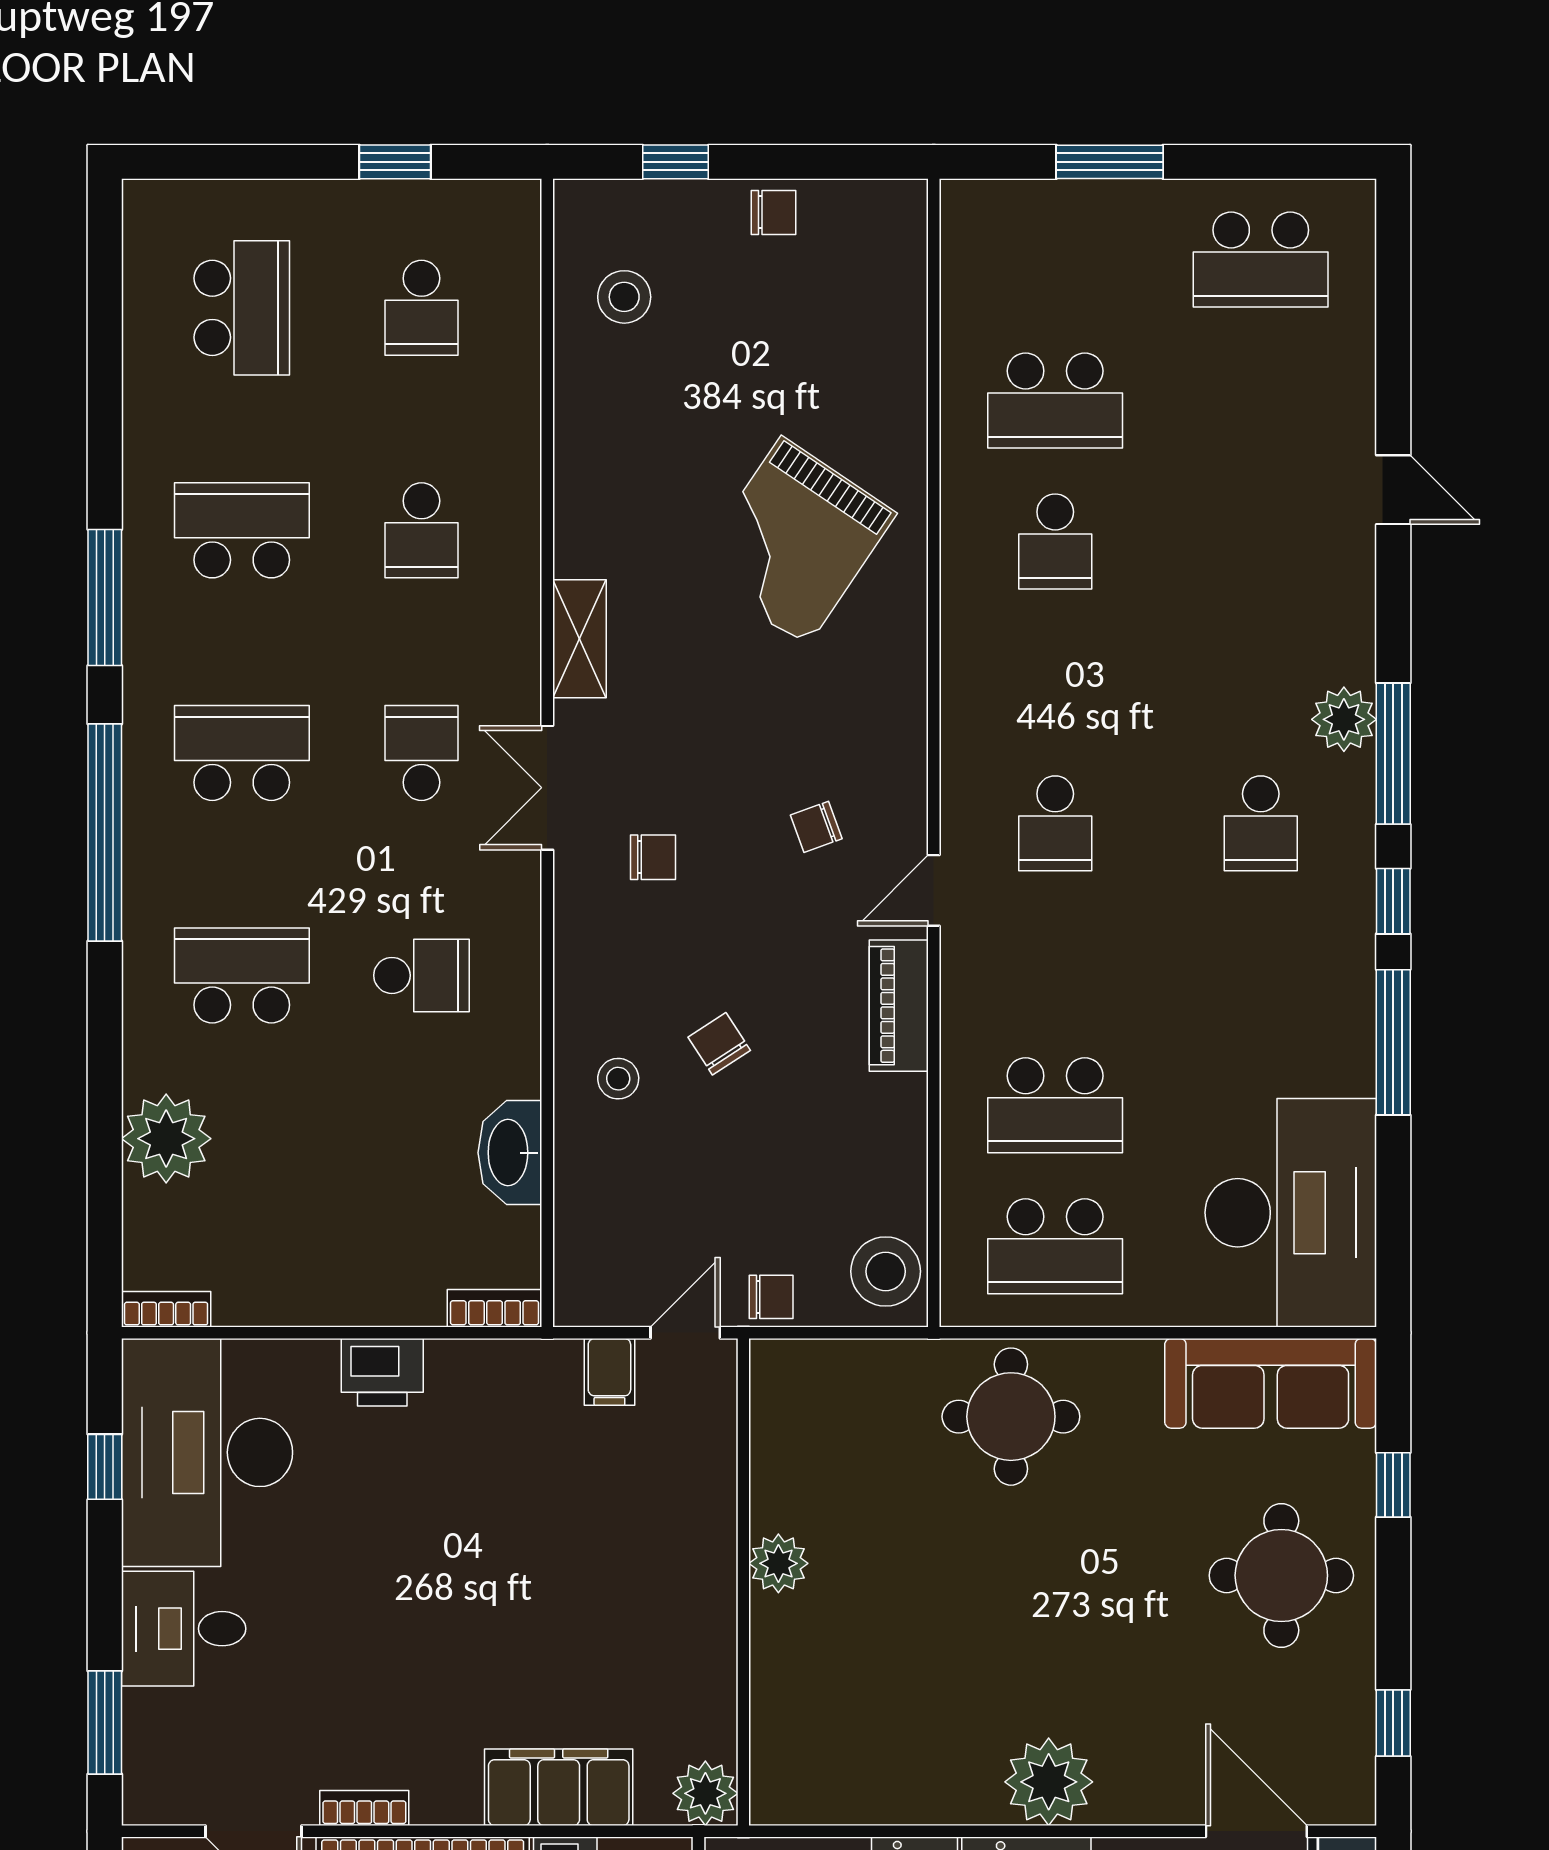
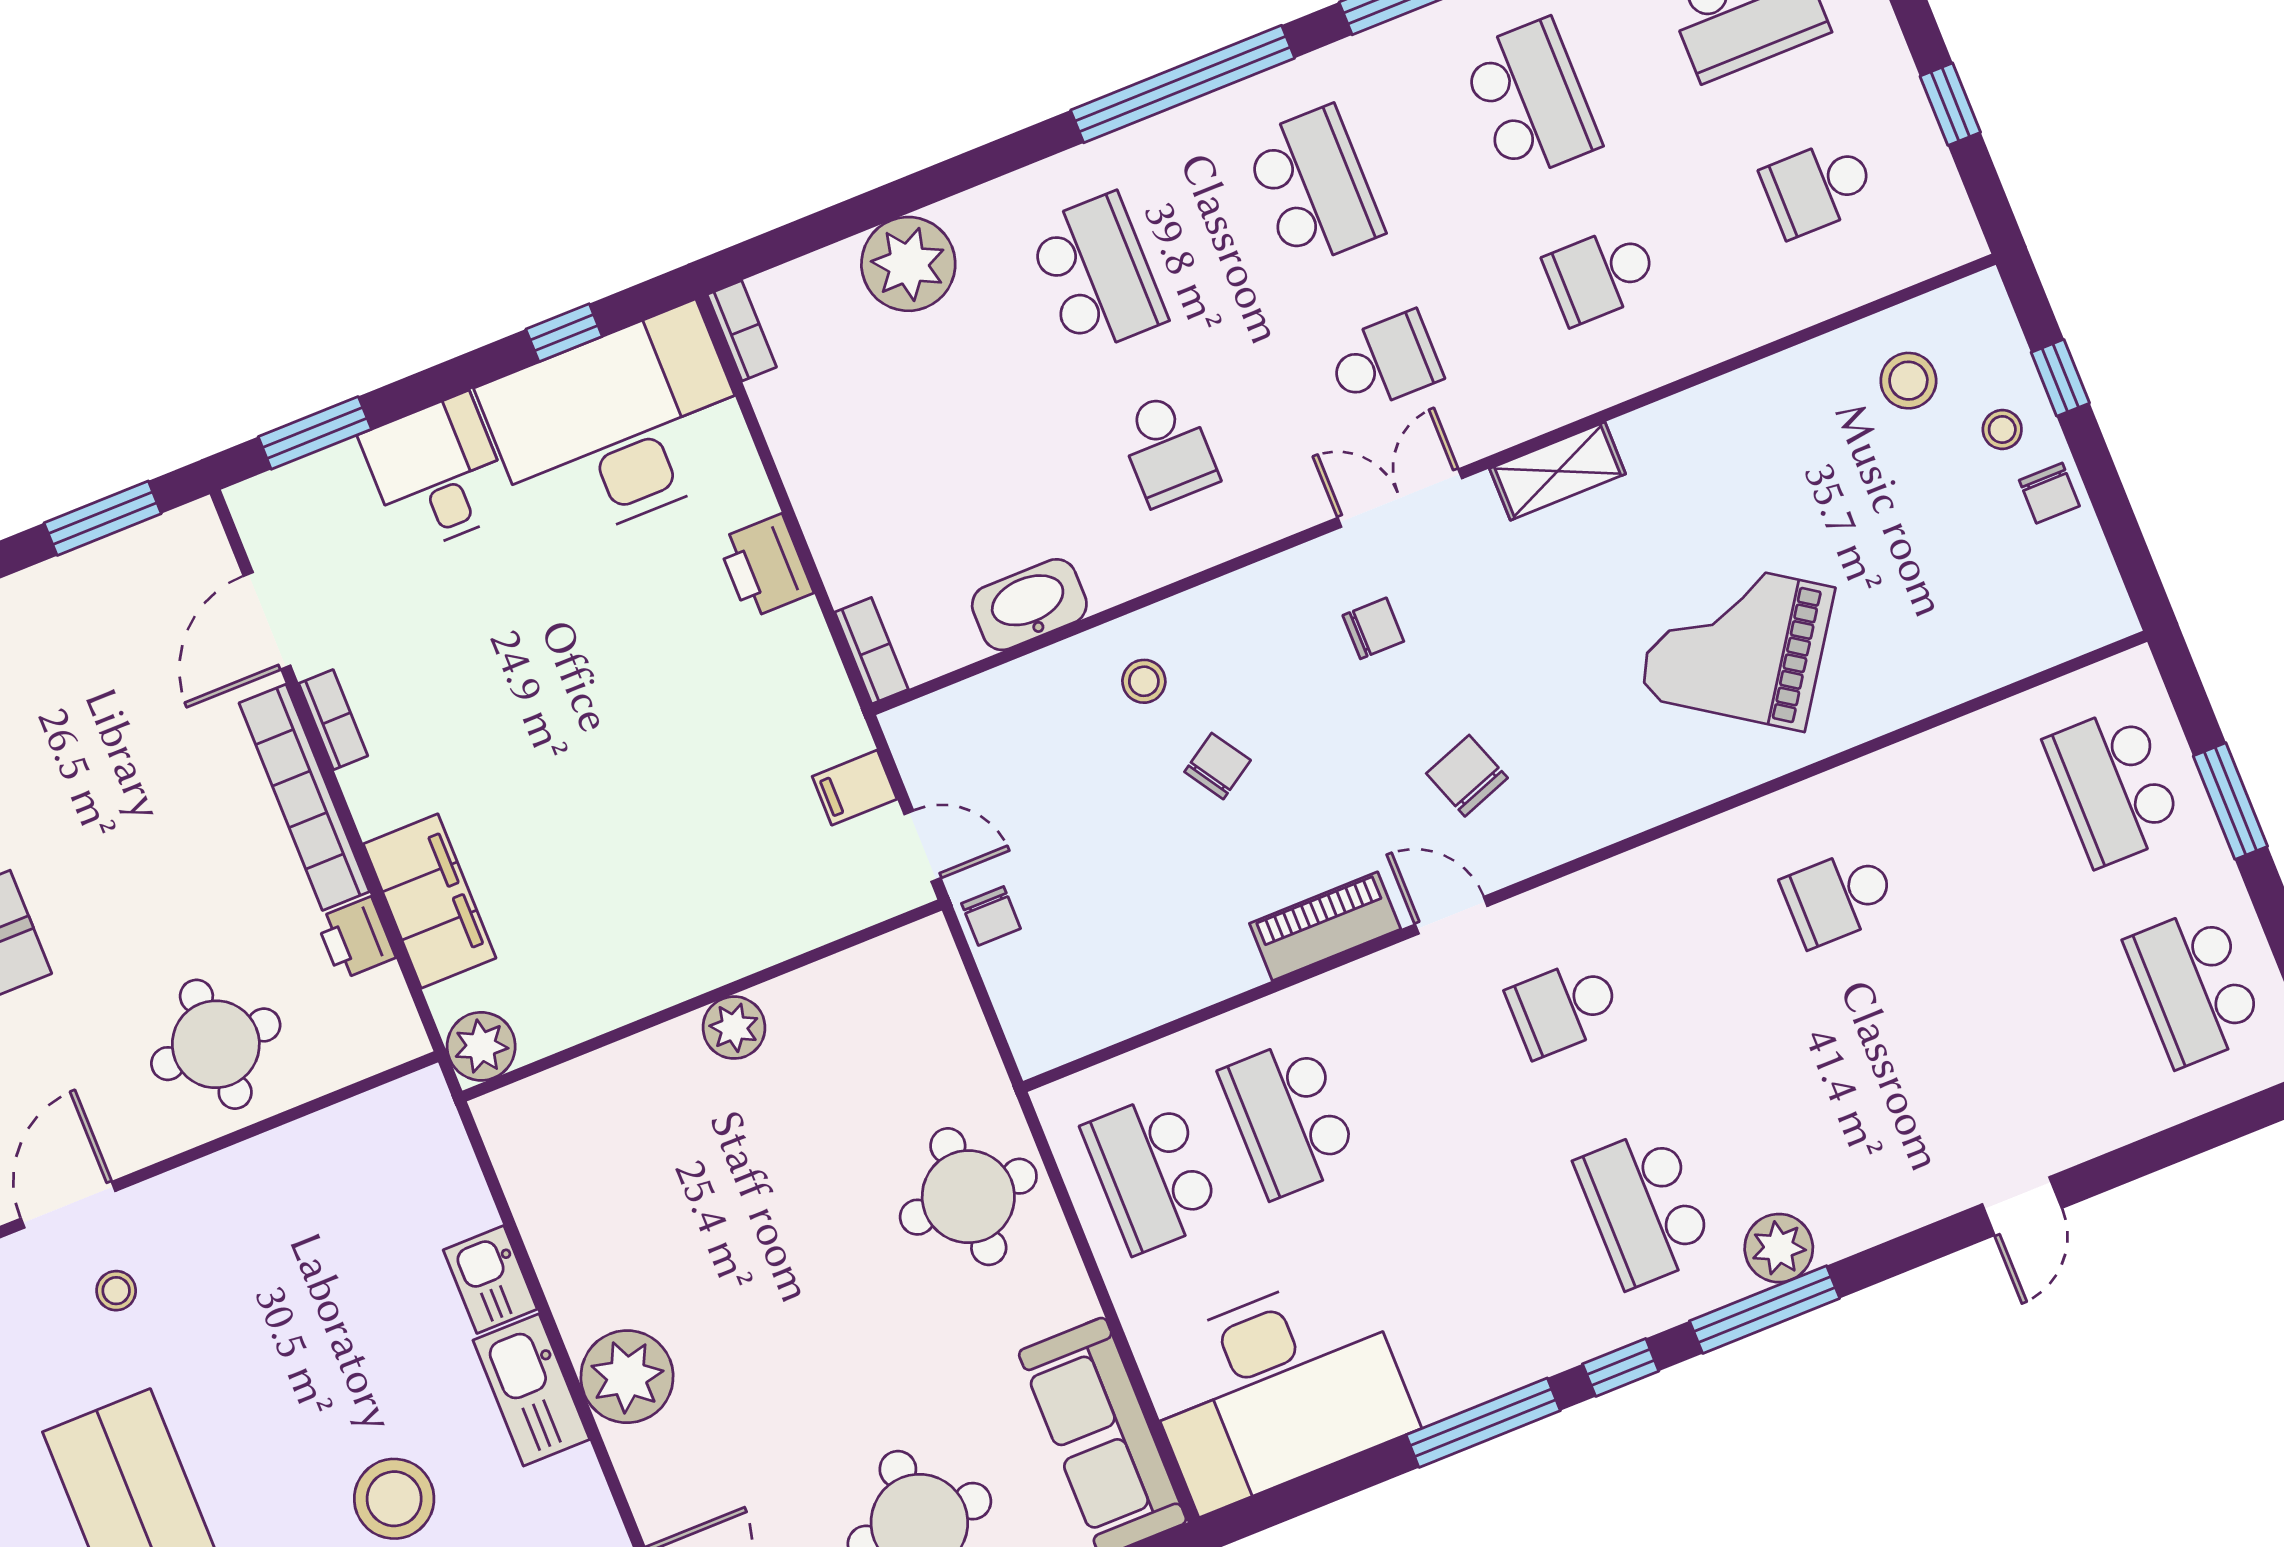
school desk: (1055, 401) -> (2114, 786), moved
school desk: (1261, 823) -> (1645, 1208), width x1.85
chair: (816, 827) -> (1467, 776), width x1.37, depth x1.37
chair: (653, 857) -> (1373, 628), turned -90
stool: (886, 1271) -> (2002, 429), moved, width x0.53, depth x0.53

